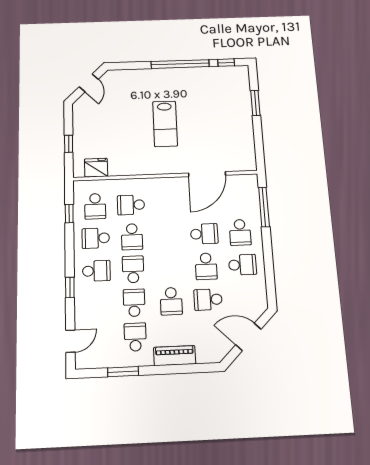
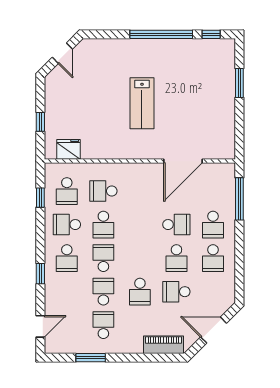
school desk: (242, 265) -> (213, 258), turned 90
school desk: (96, 271) -> (67, 258), turned 90
piano: (175, 356) -> (164, 345), moved

